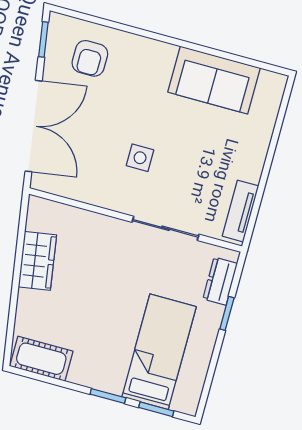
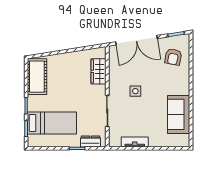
armchair: (90, 58) -> (173, 57), turned -79
tv unit: (240, 211) -> (135, 142), moved
wardrobe: (37, 261) -> (99, 71), moved, turned 99
cot: (41, 359) -> (37, 77), width x1.37, depth x1.34

